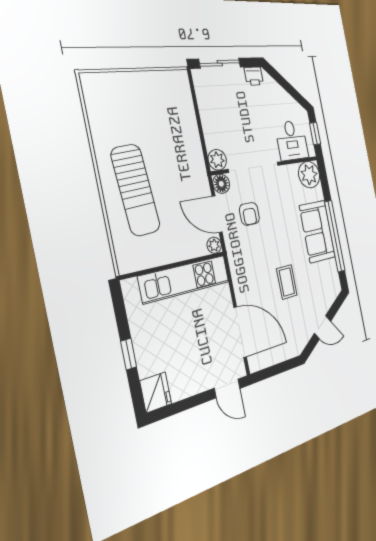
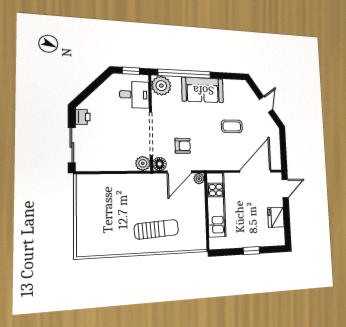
sun lounger: (136, 190) -> (156, 229), width x0.73, depth x0.75
window: (335, 236) -> (184, 74), moved
fridge: (156, 392) -> (276, 217), moved, turned -90

